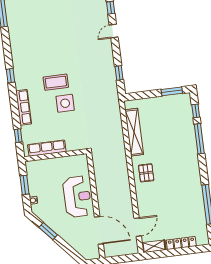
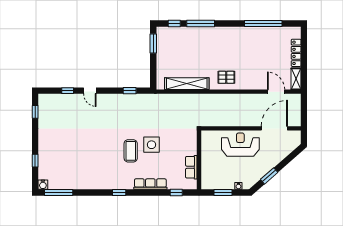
row of seats: (47, 148) -> (191, 167), width x0.68

